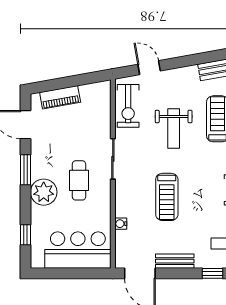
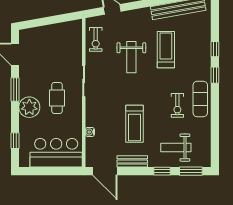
piano: (60, 97) -> (42, 33), removed
exercise bike: (128, 106) -> (96, 39), width x0.73, depth x0.72
treadmill: (167, 197) -> (135, 124), moved

